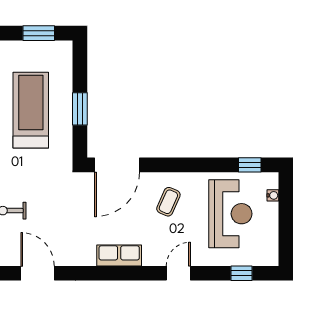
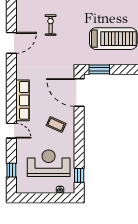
window: (80, 109) -> (99, 69), moved
reception desk: (230, 214) -> (49, 163), turned 180
row of seats: (119, 255) -> (23, 100), width x1.48

